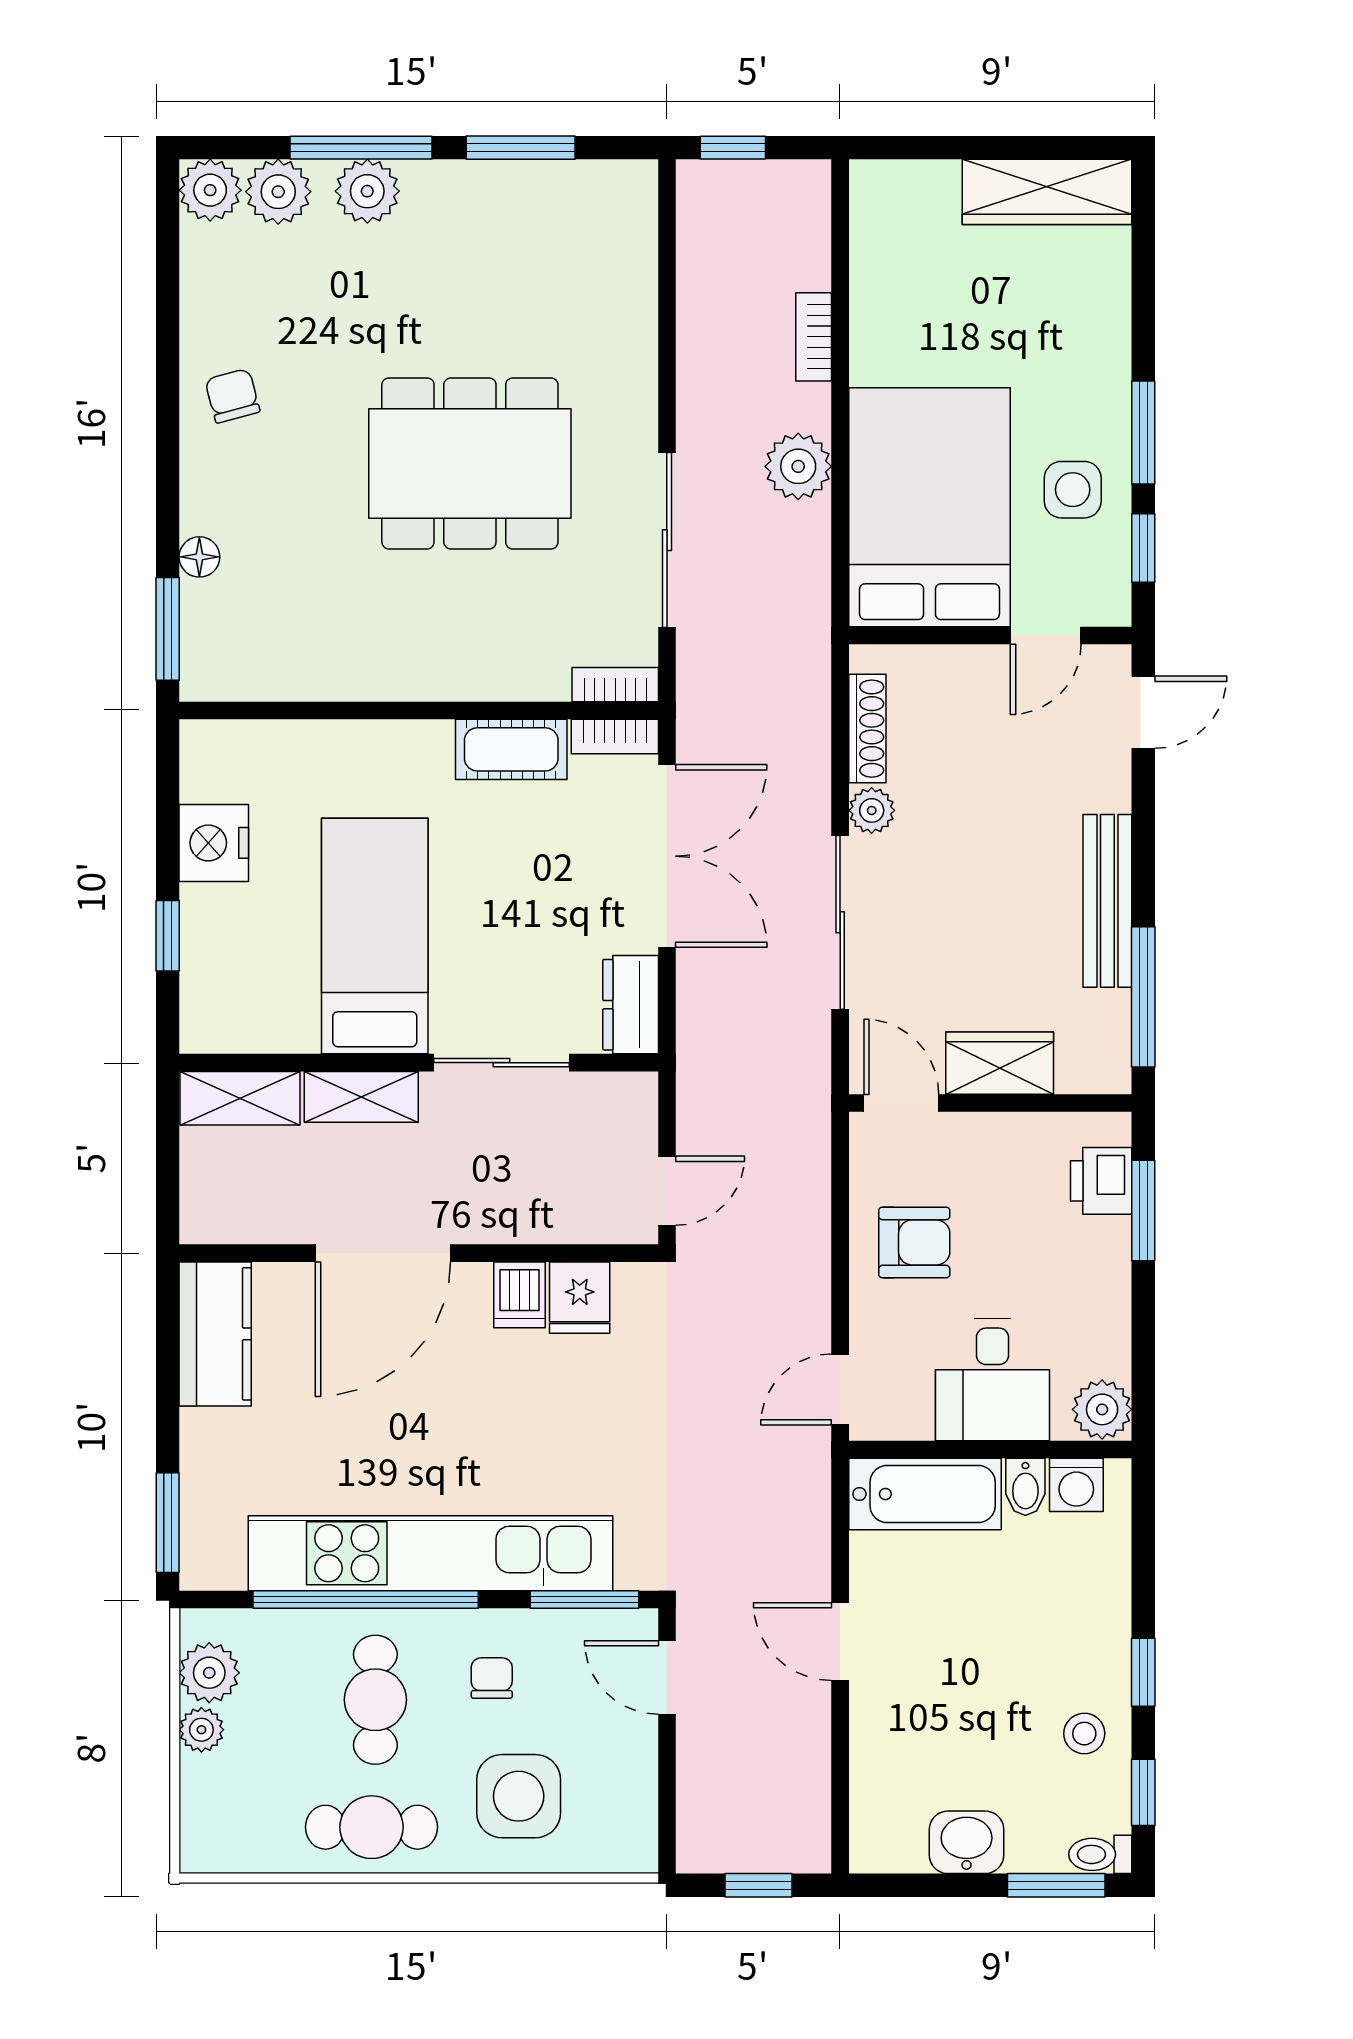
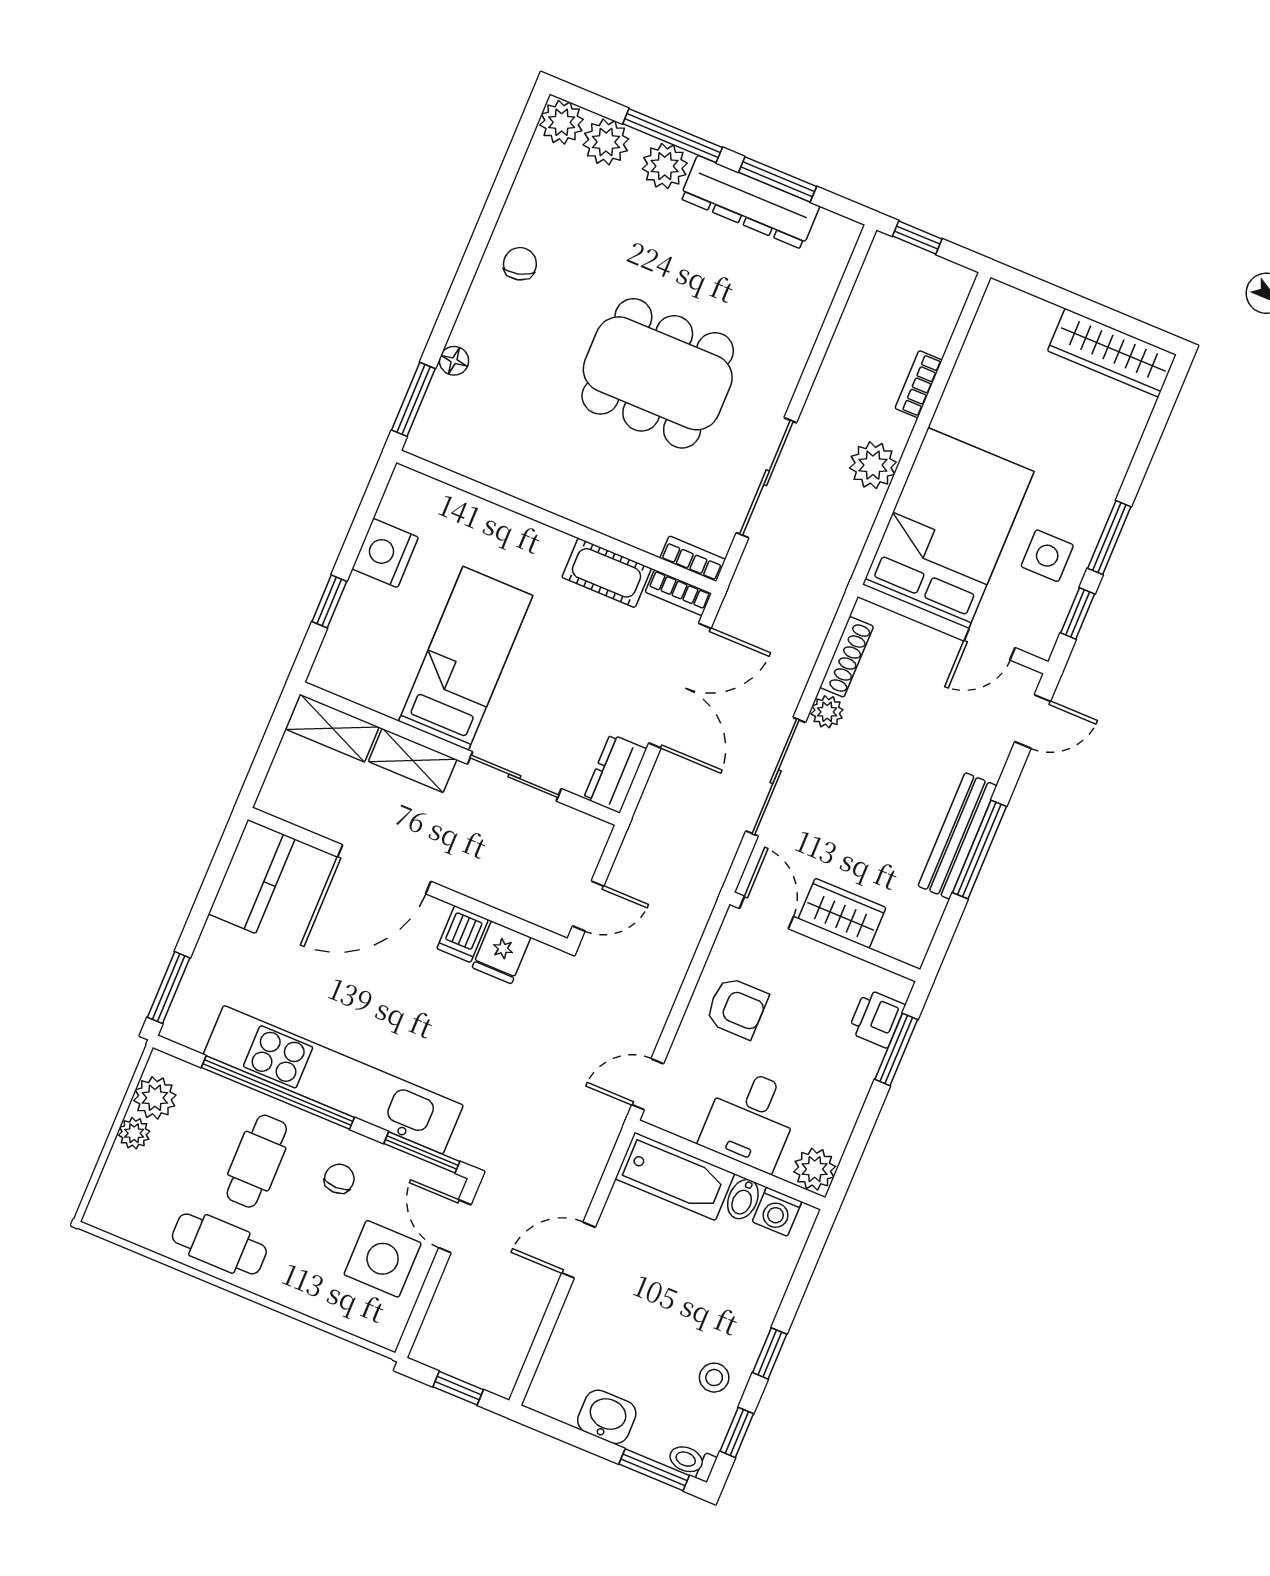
dresser: (497, 192) -> (750, 202), added
window: (1143, 997) -> (979, 849), moved
door: (840, 1642) -> (579, 1250), hinge flipped
side table: (519, 1796) -> (383, 1259), moved

